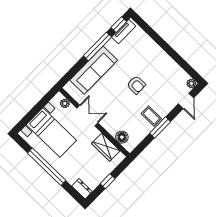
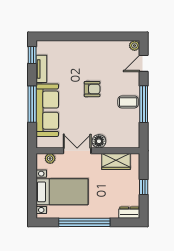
tv unit: (124, 32) -> (41, 69), moved
window: (97, 46) -> (32, 104), moved
door: (186, 101) -> (144, 63), swing flipped
window: (160, 127) -> (144, 104), width x1.44
floor lamp: (122, 137) -> (99, 141), moved

